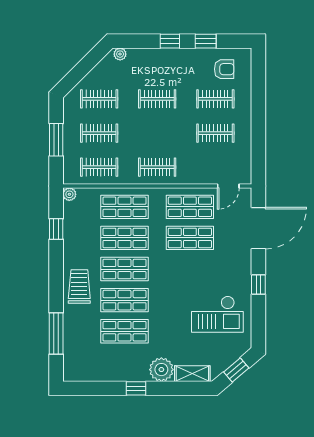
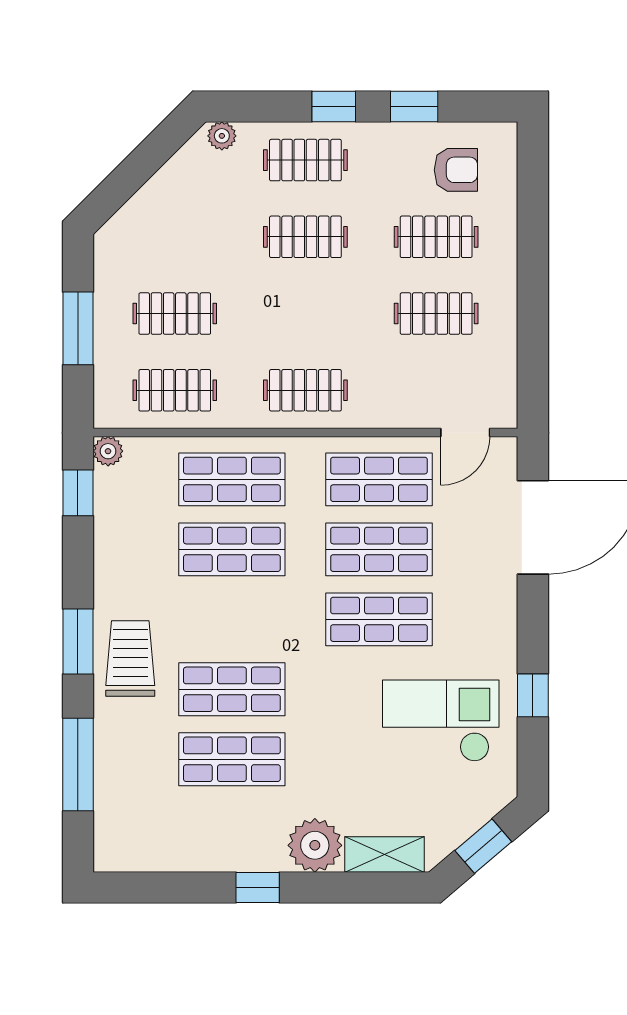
clothes rail: (99, 99) -> (305, 160), moved
window: (56, 229) -> (78, 493), moved
shop shelf: (124, 269) -> (379, 619), moved
window: (56, 279) -> (78, 641), added
window: (258, 284) -> (533, 695), moved
checkout: (217, 314) -> (441, 721), turned 180

